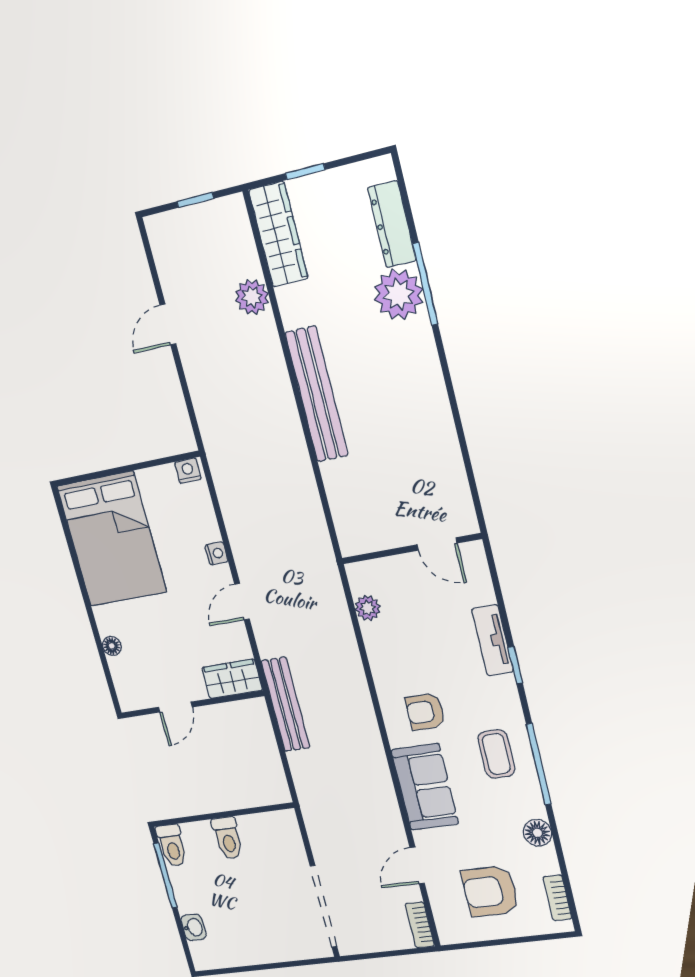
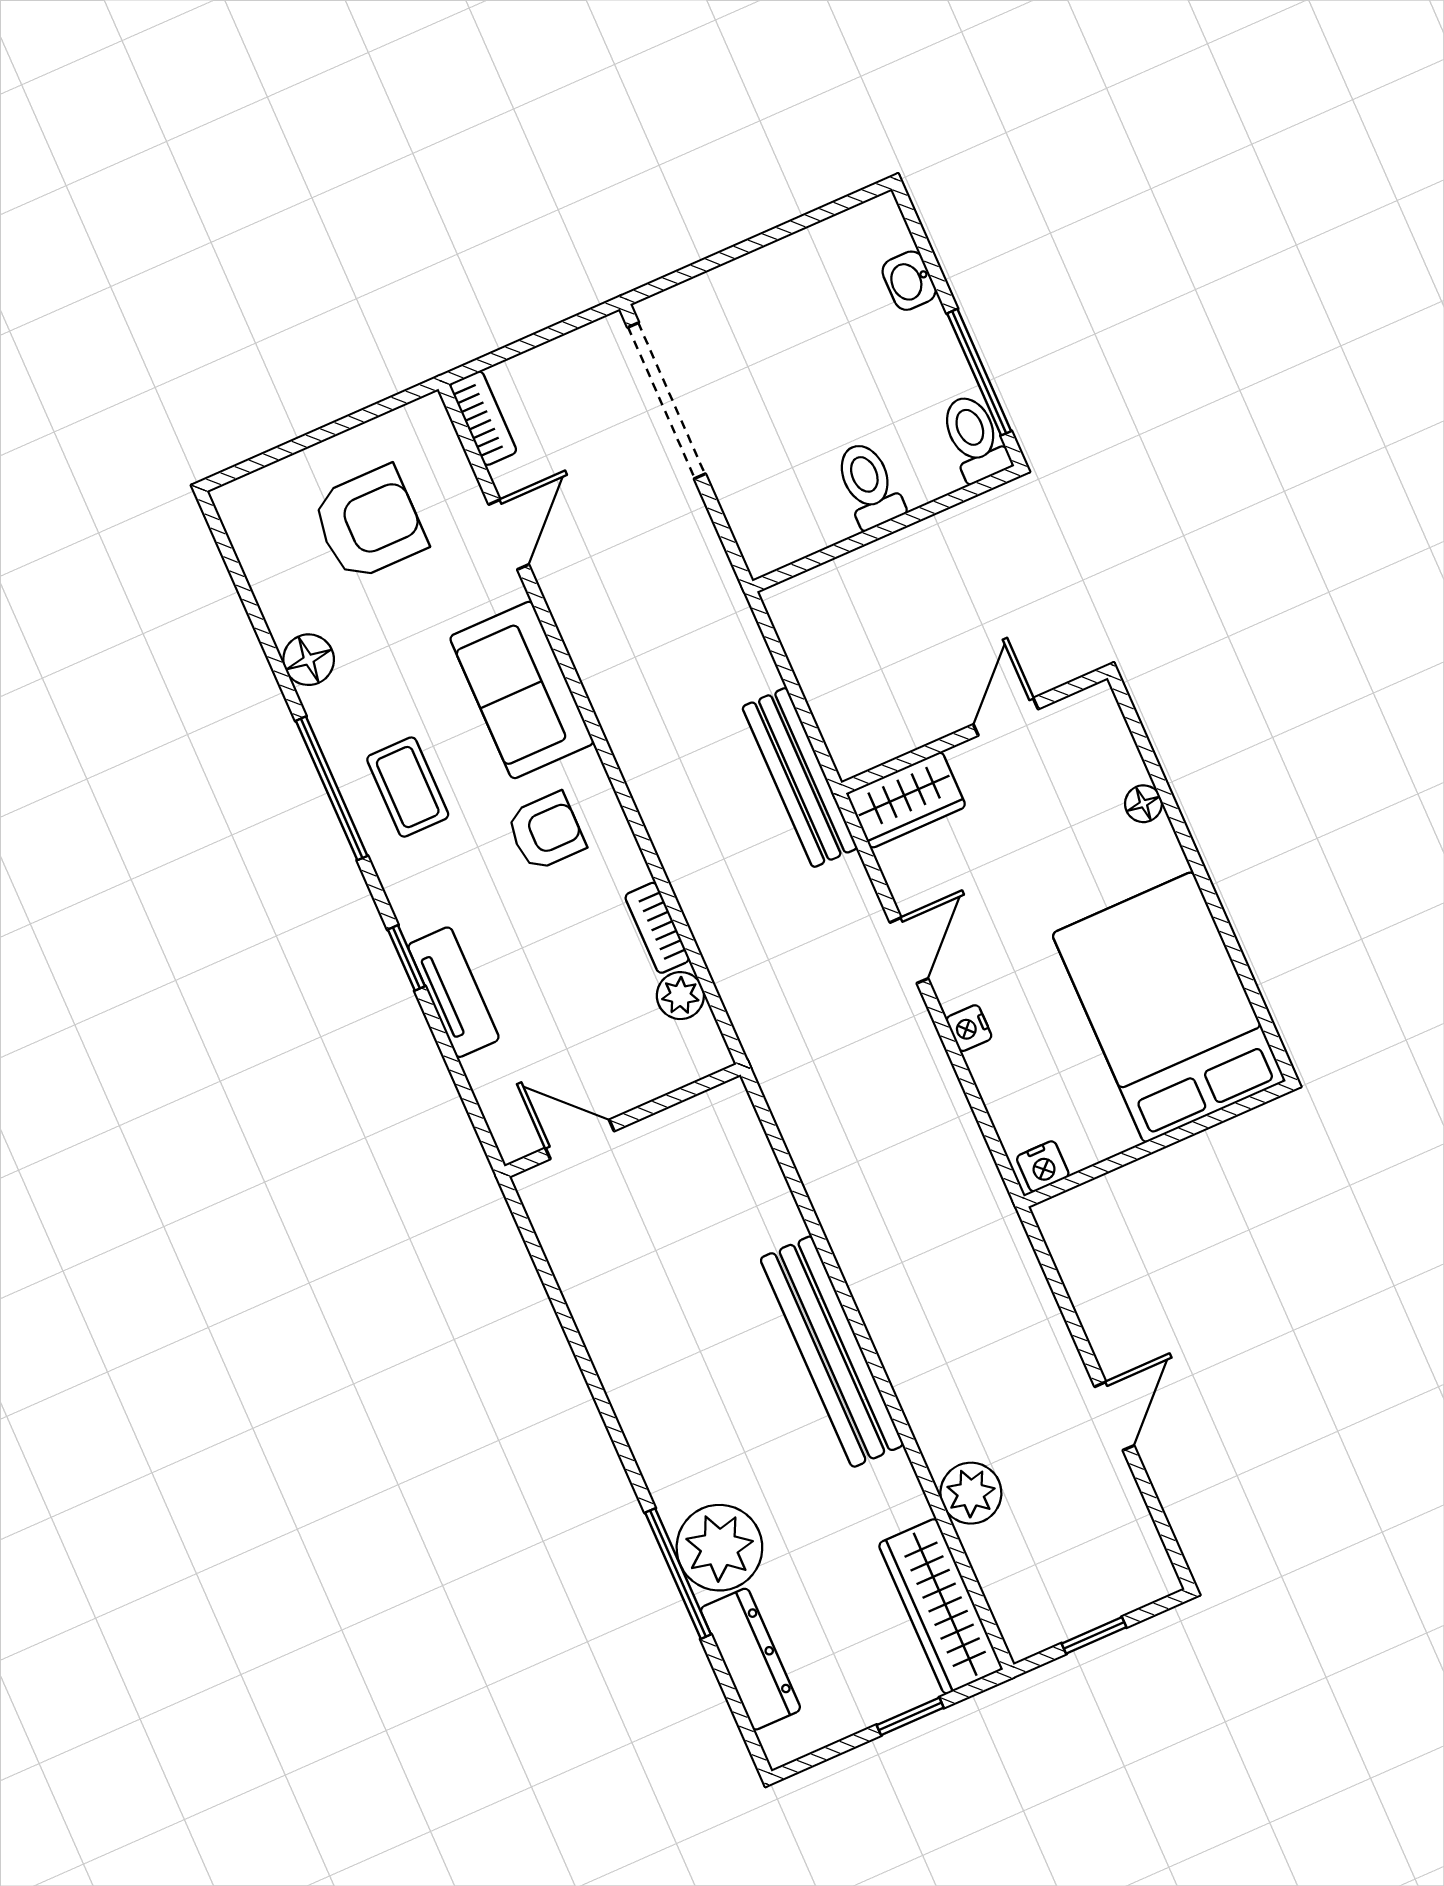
bookcase: (557, 898) -> (657, 928), moved, turned 180

